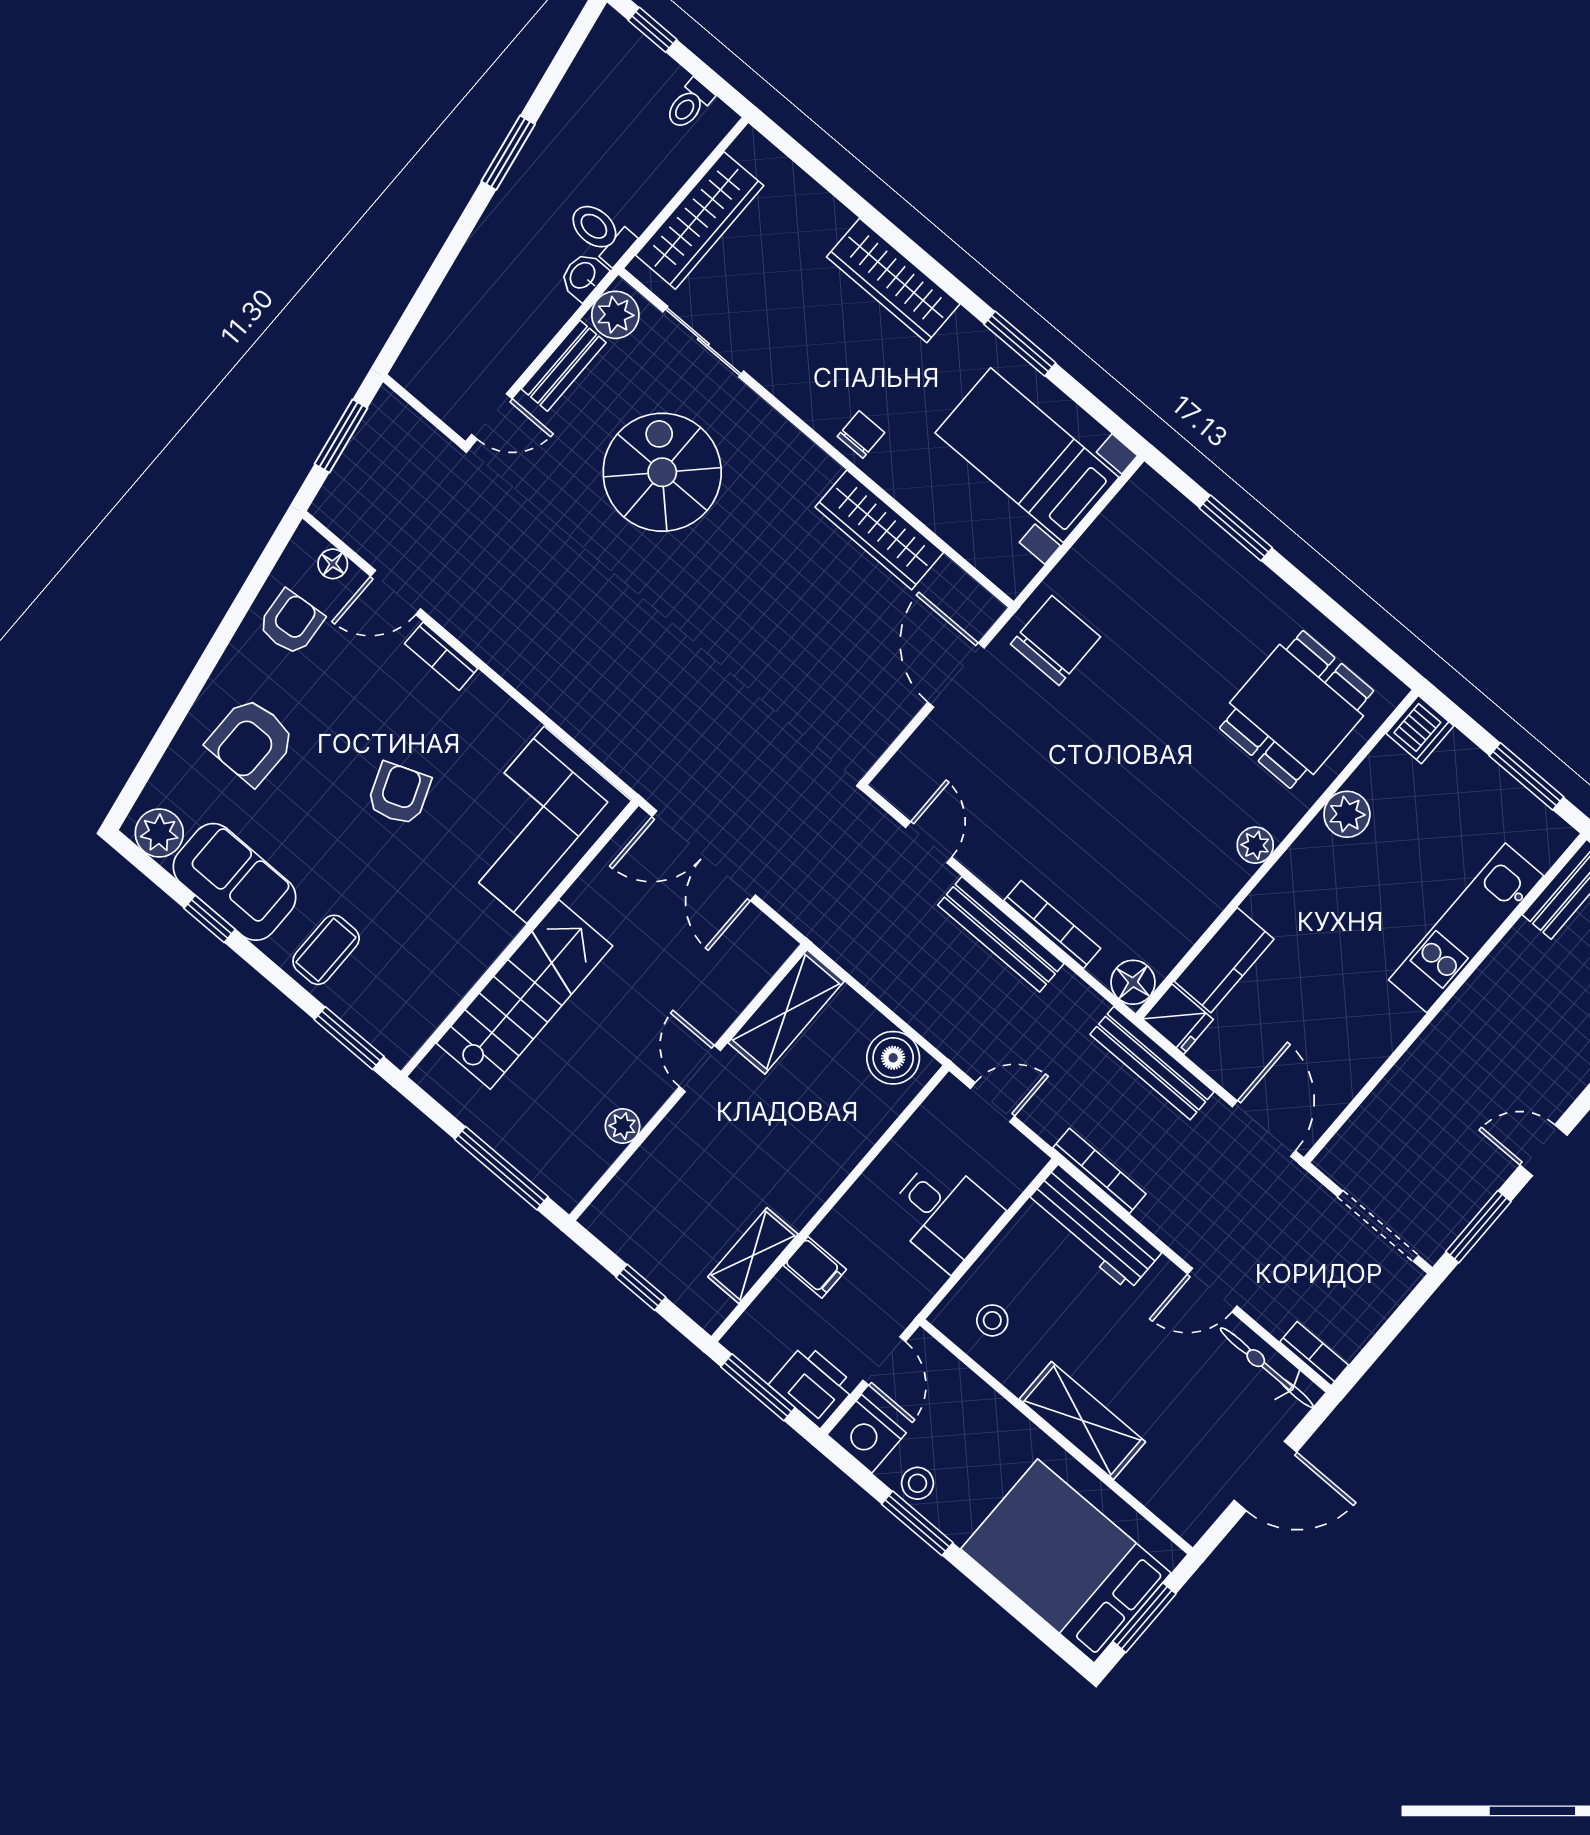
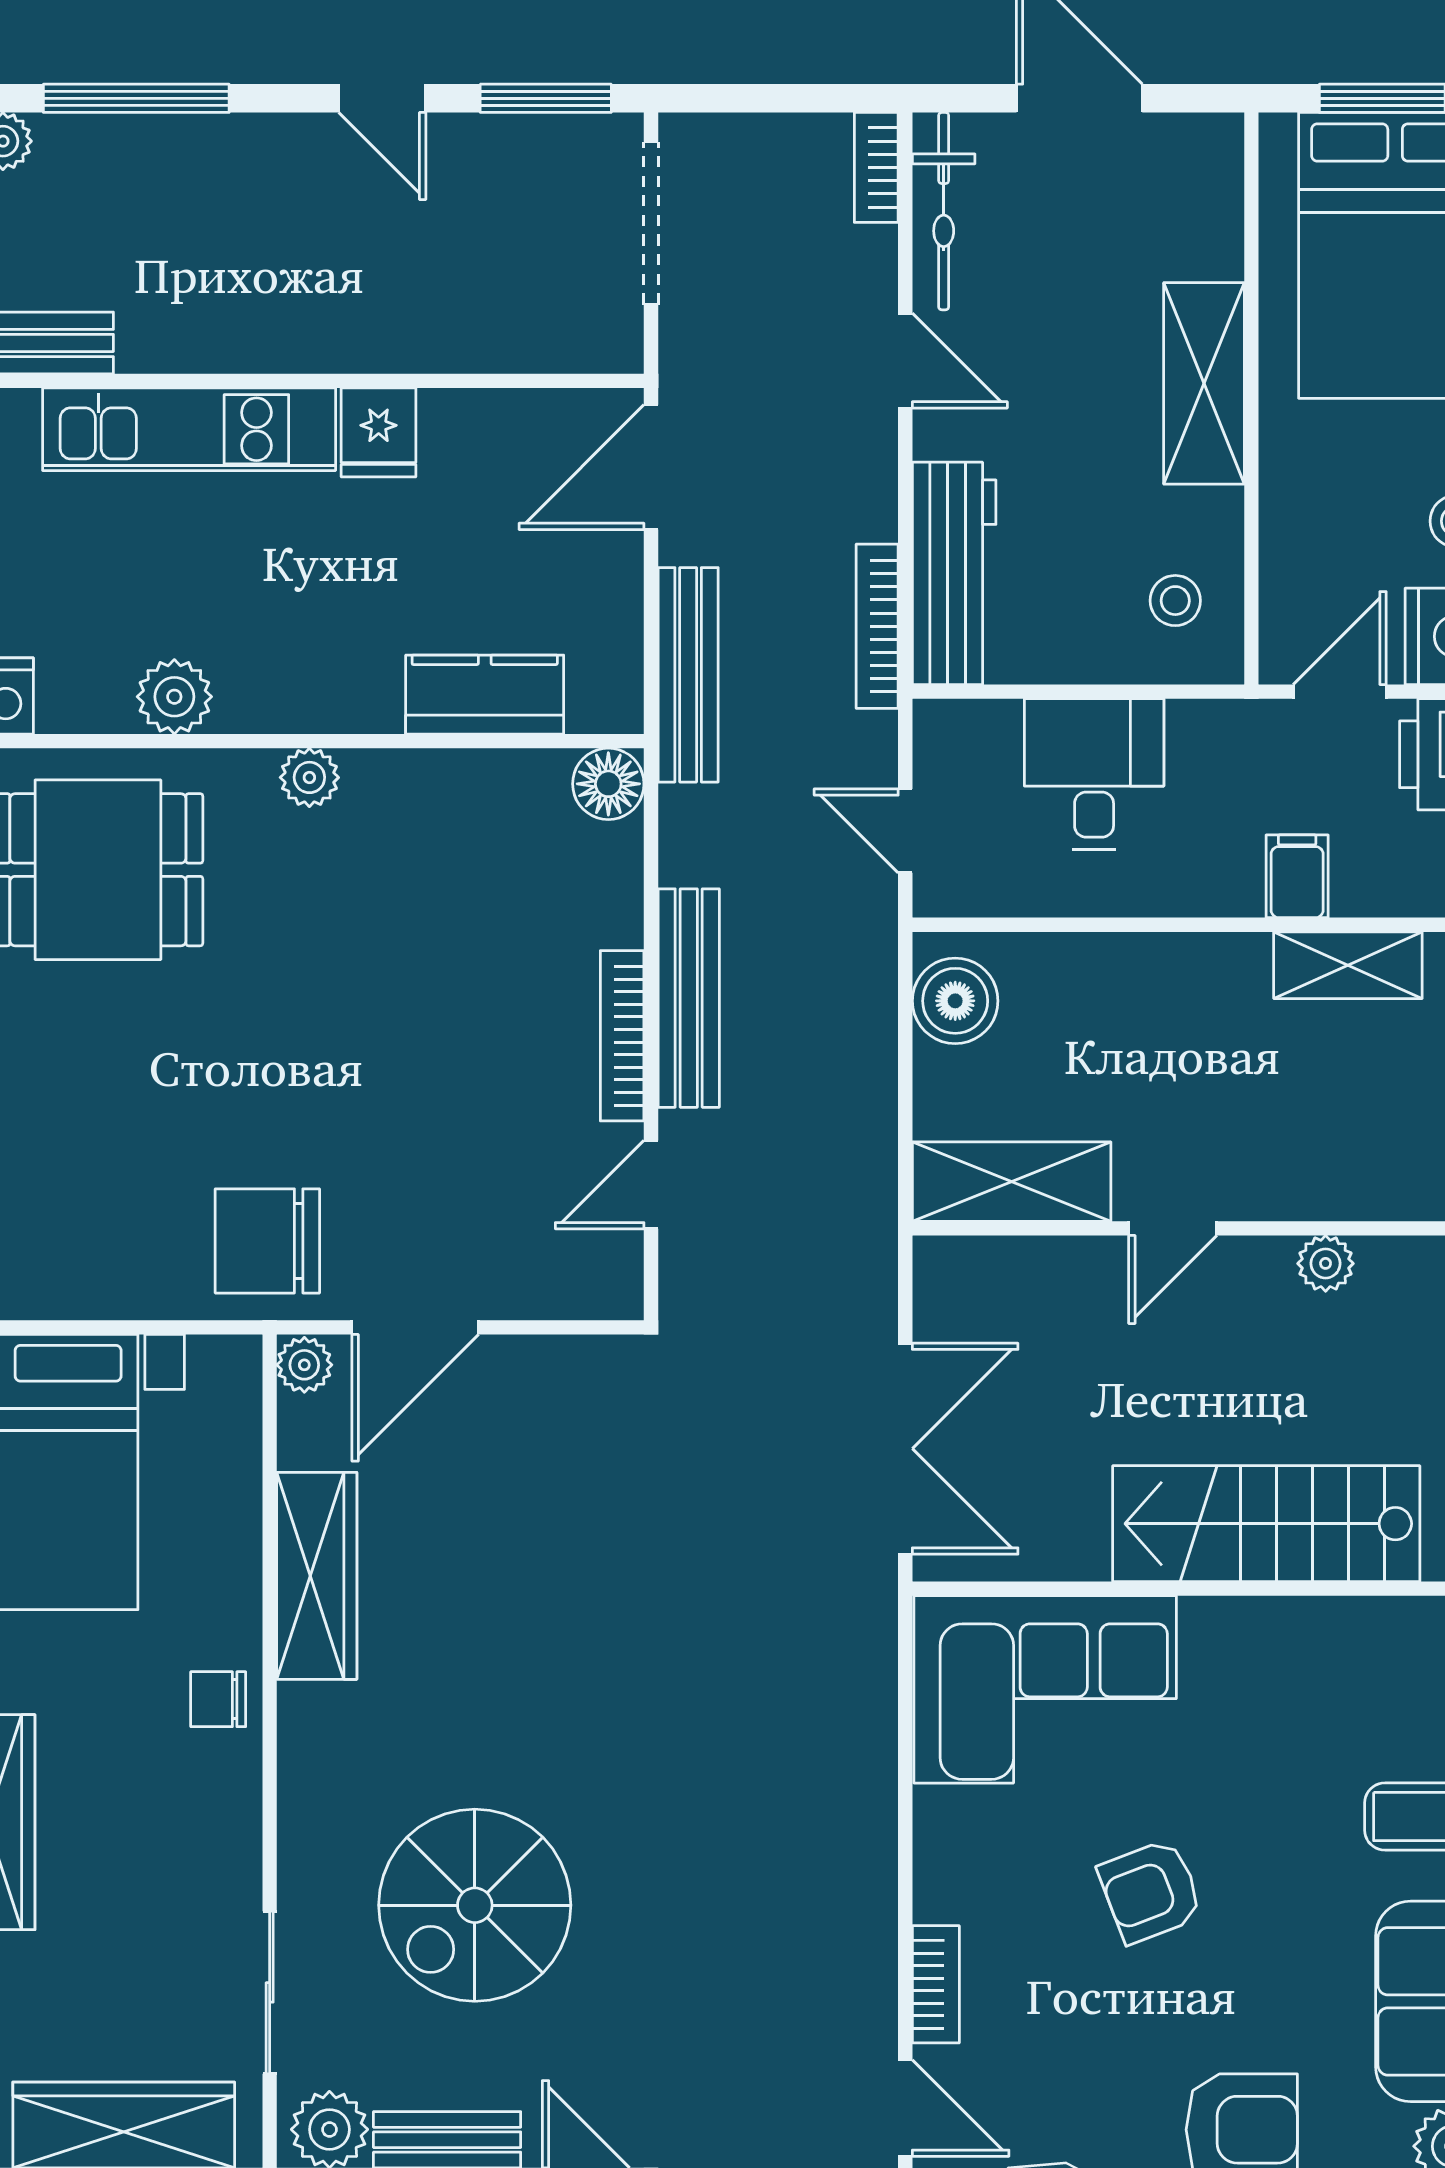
plant: (983, 608) -> (304, 1365), added
bookcase: (1052, 925) -> (622, 1036), moved
fridge: (1178, 1019) -> (379, 432), moved, turned 180

